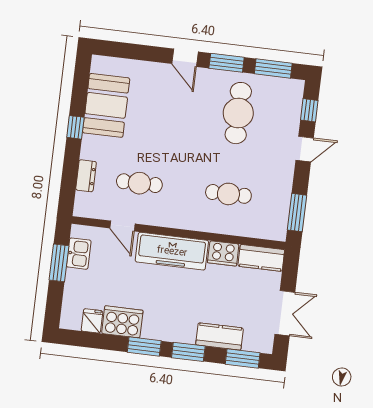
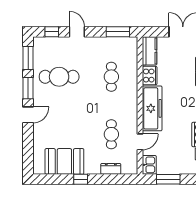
kitchen sink: (79, 254) -> (149, 165), moved, turned 90

